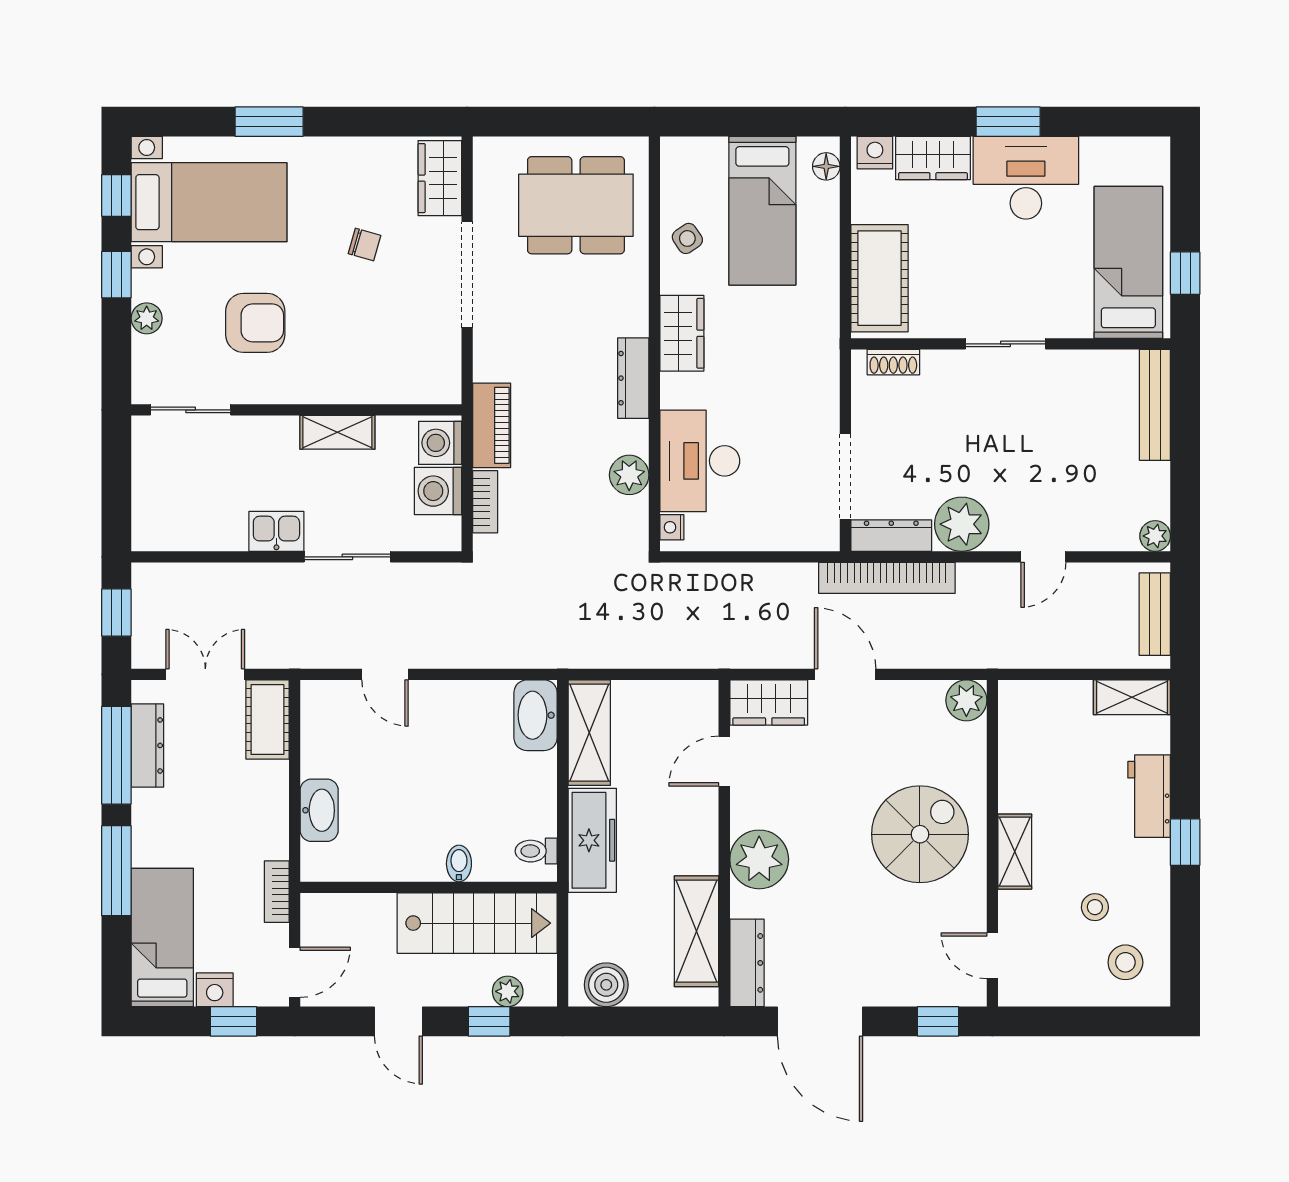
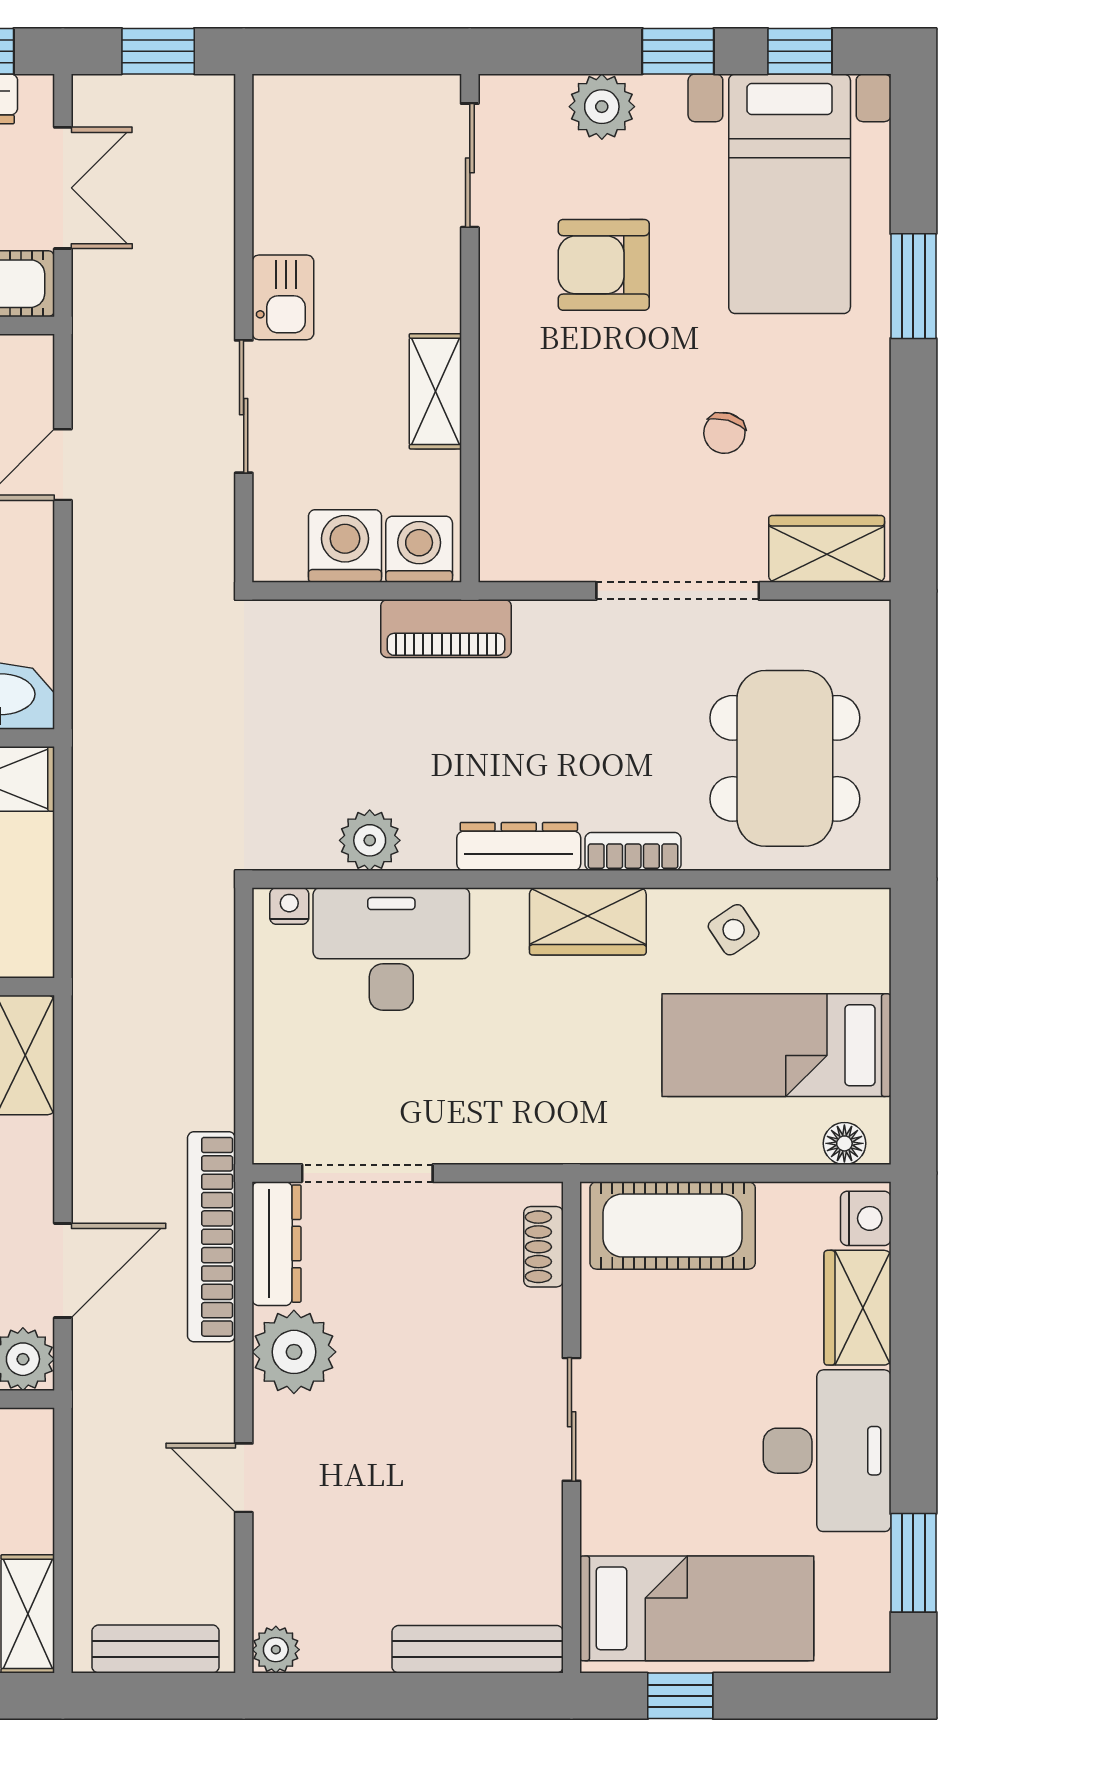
window: (1008, 122) -> (913, 1563), moved
plant: (147, 318) -> (602, 107), width x1.38, depth x1.38
armchair: (255, 323) -> (604, 265), turned 90
bookcase: (485, 502) -> (633, 852), moved, turned 180
door: (845, 674) -> (63, 1270), moved

